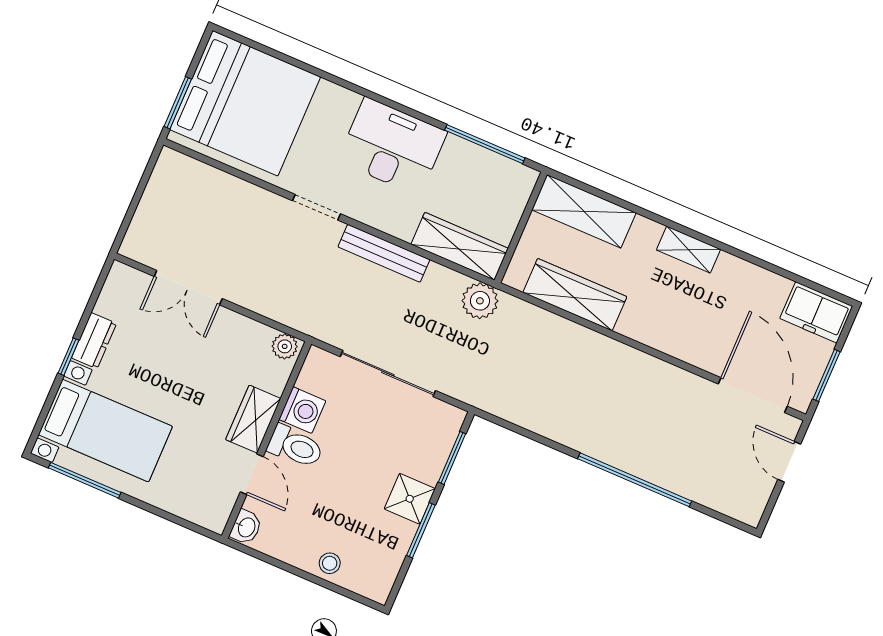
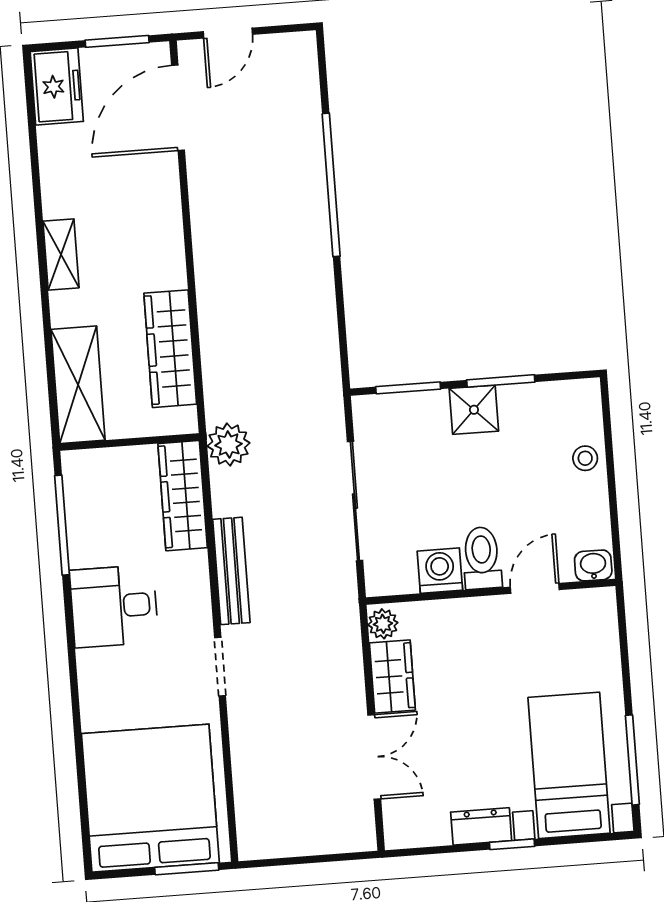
desk: (392, 146) -> (114, 606), width x0.73
wardrobe: (253, 419) -> (392, 677), moved, turned -90

